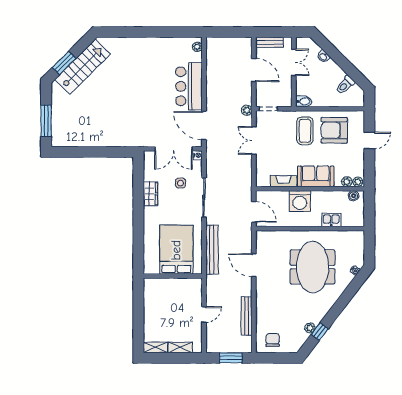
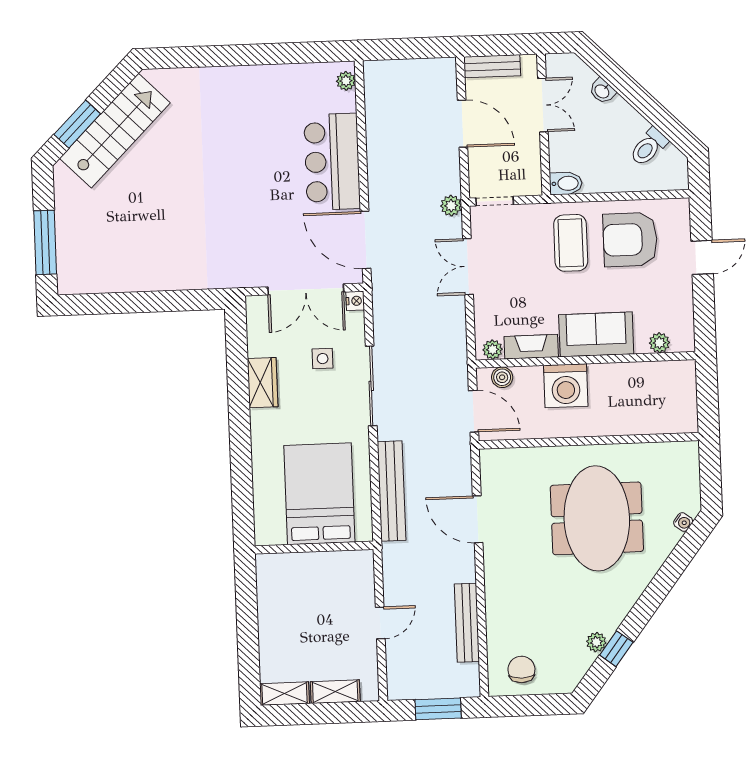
plant: (358, 182) -> (493, 350), moved
boiler: (353, 196) -> (502, 377), moved
kitchen sink: (331, 220) -> (631, 421), removed

